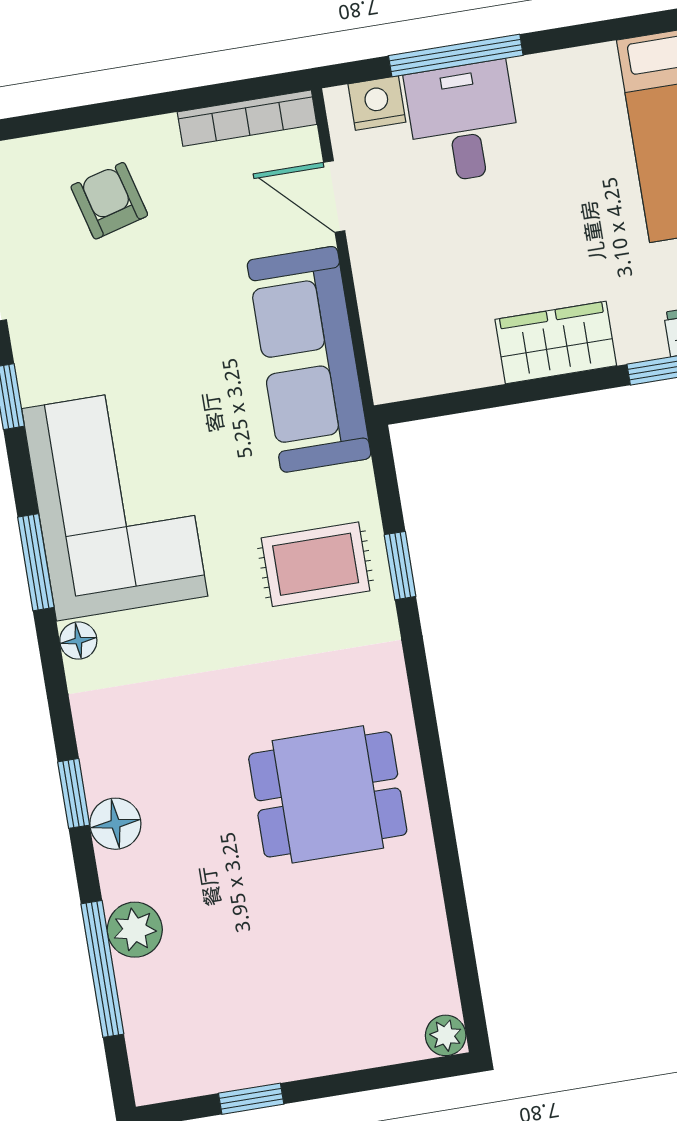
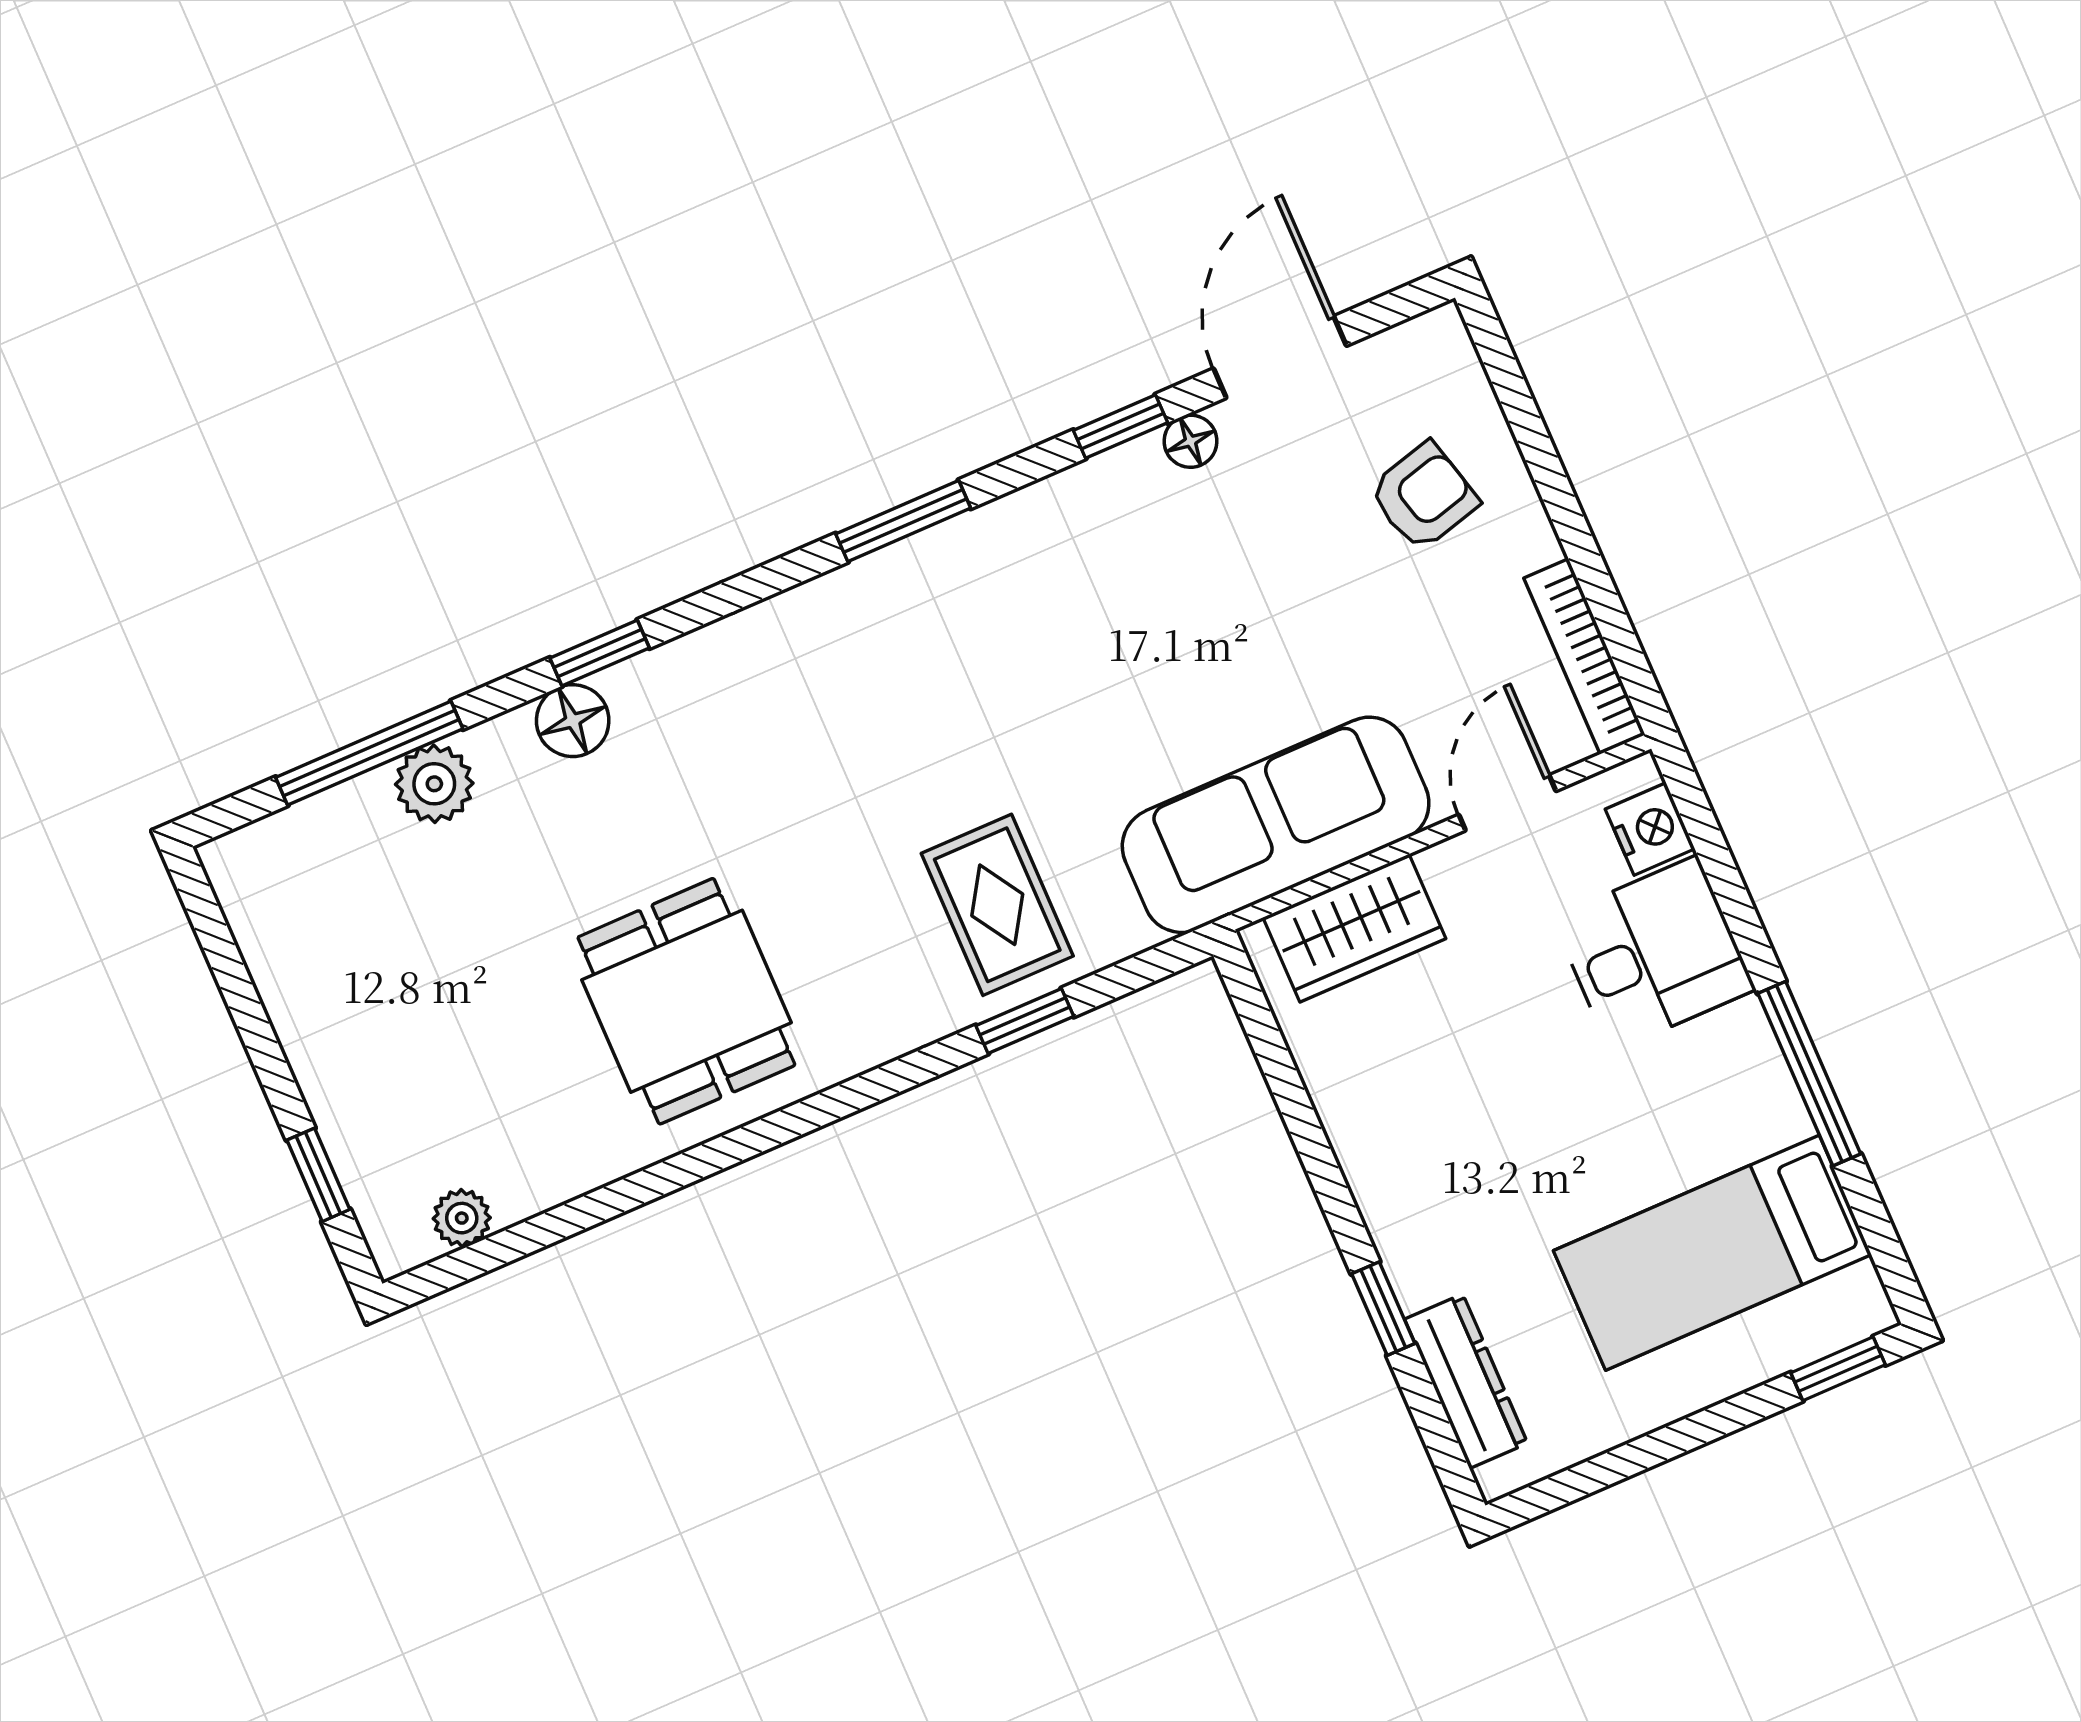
window: (456, 55) -> (1809, 1074), moved
wardrobe: (556, 343) -> (1354, 928), moved, turned 90
corner sofa: (115, 502) -> (1012, 608), removed
floor lamp: (78, 641) -> (1190, 441), moved
plant: (446, 1035) -> (462, 1218), moved
window: (251, 1099) -> (318, 1175), moved

